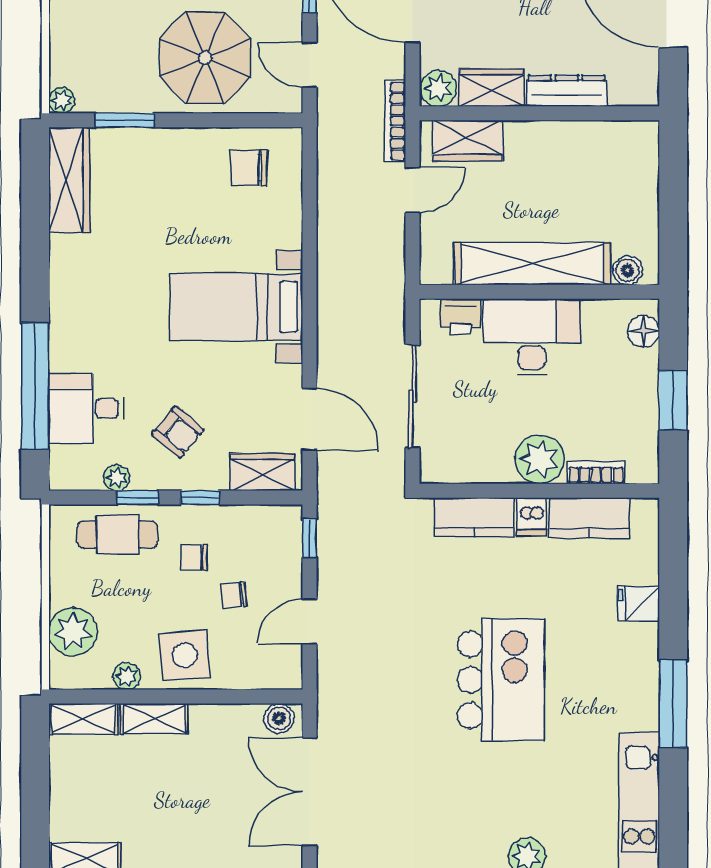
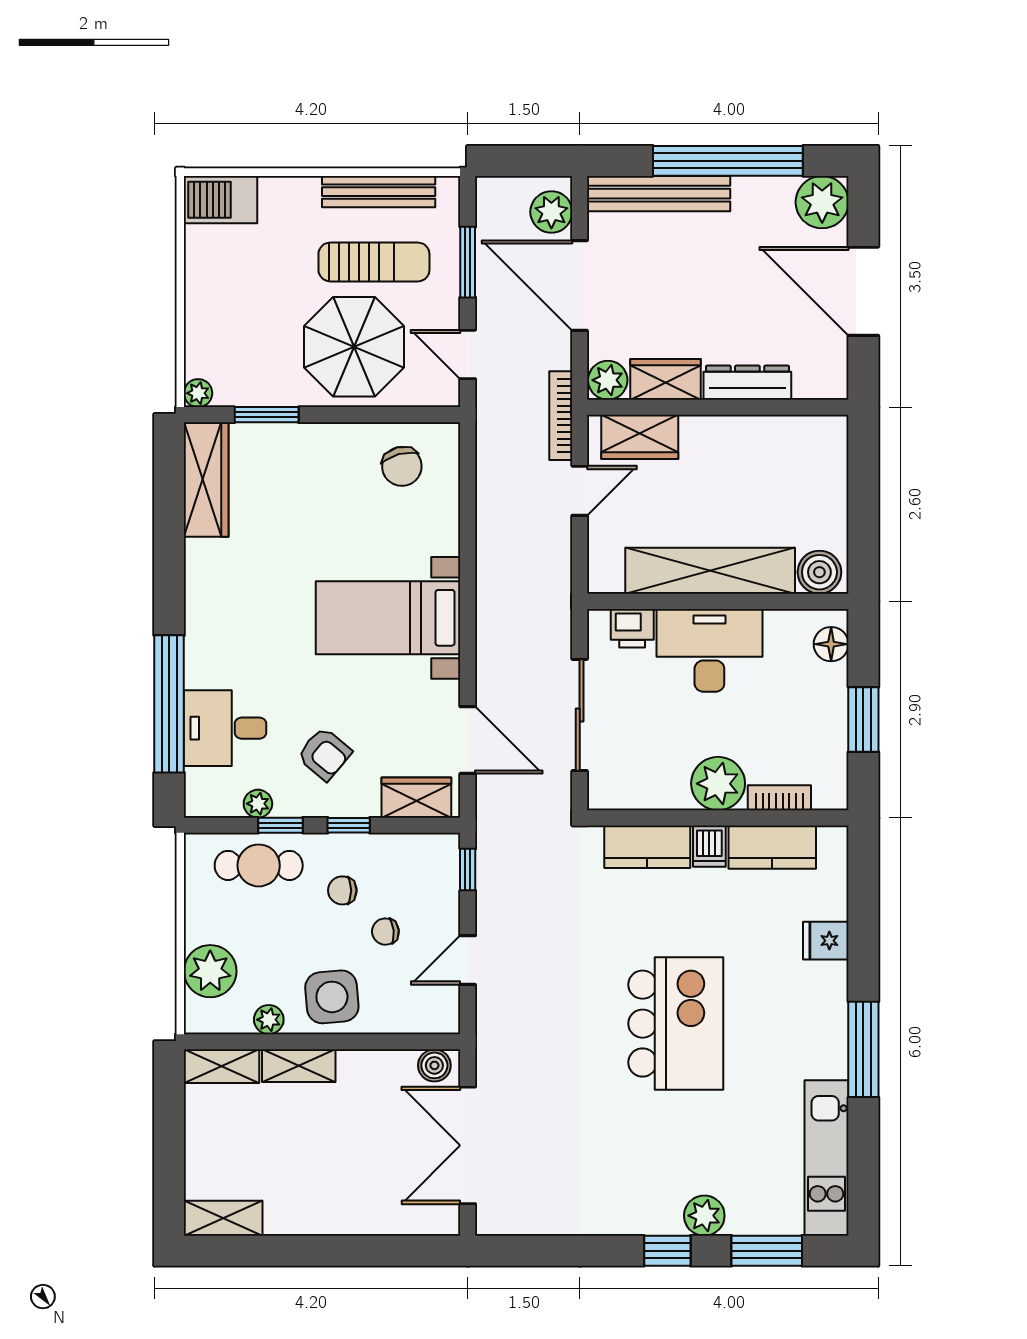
chair: (249, 168) -> (402, 466), turned -105
boiler: (627, 270) -> (819, 572), width x1.36, depth x1.36

